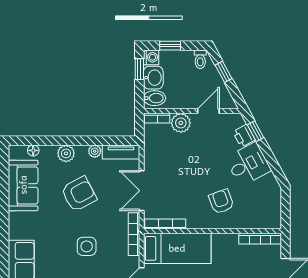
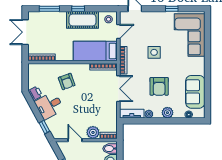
door: (208, 111) -> (75, 140), swing flipped
printer: (244, 136) -> (35, 93), moved
armchair: (79, 194) -> (159, 86), turned -62

